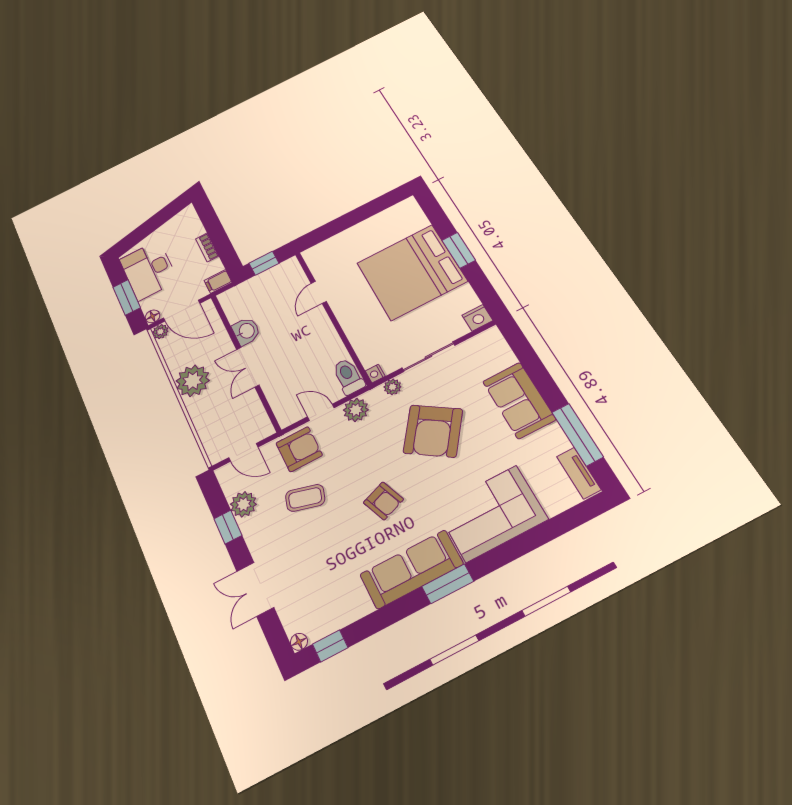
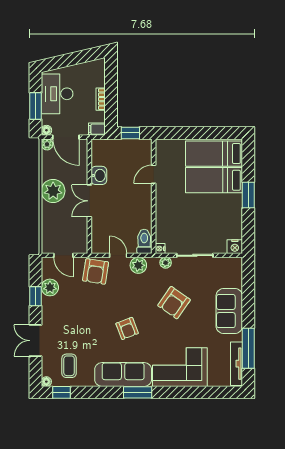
bed: (386, 229) -> (214, 154), added
bed: (412, 272) -> (214, 180), width x0.49
armchair: (433, 431) -> (174, 303), width x0.73, depth x0.73
armchair: (299, 449) -> (96, 271), turned 99
tv unit: (579, 473) -> (236, 364), width x1.41
coffee table: (305, 498) -> (69, 366), moved, turned 74

